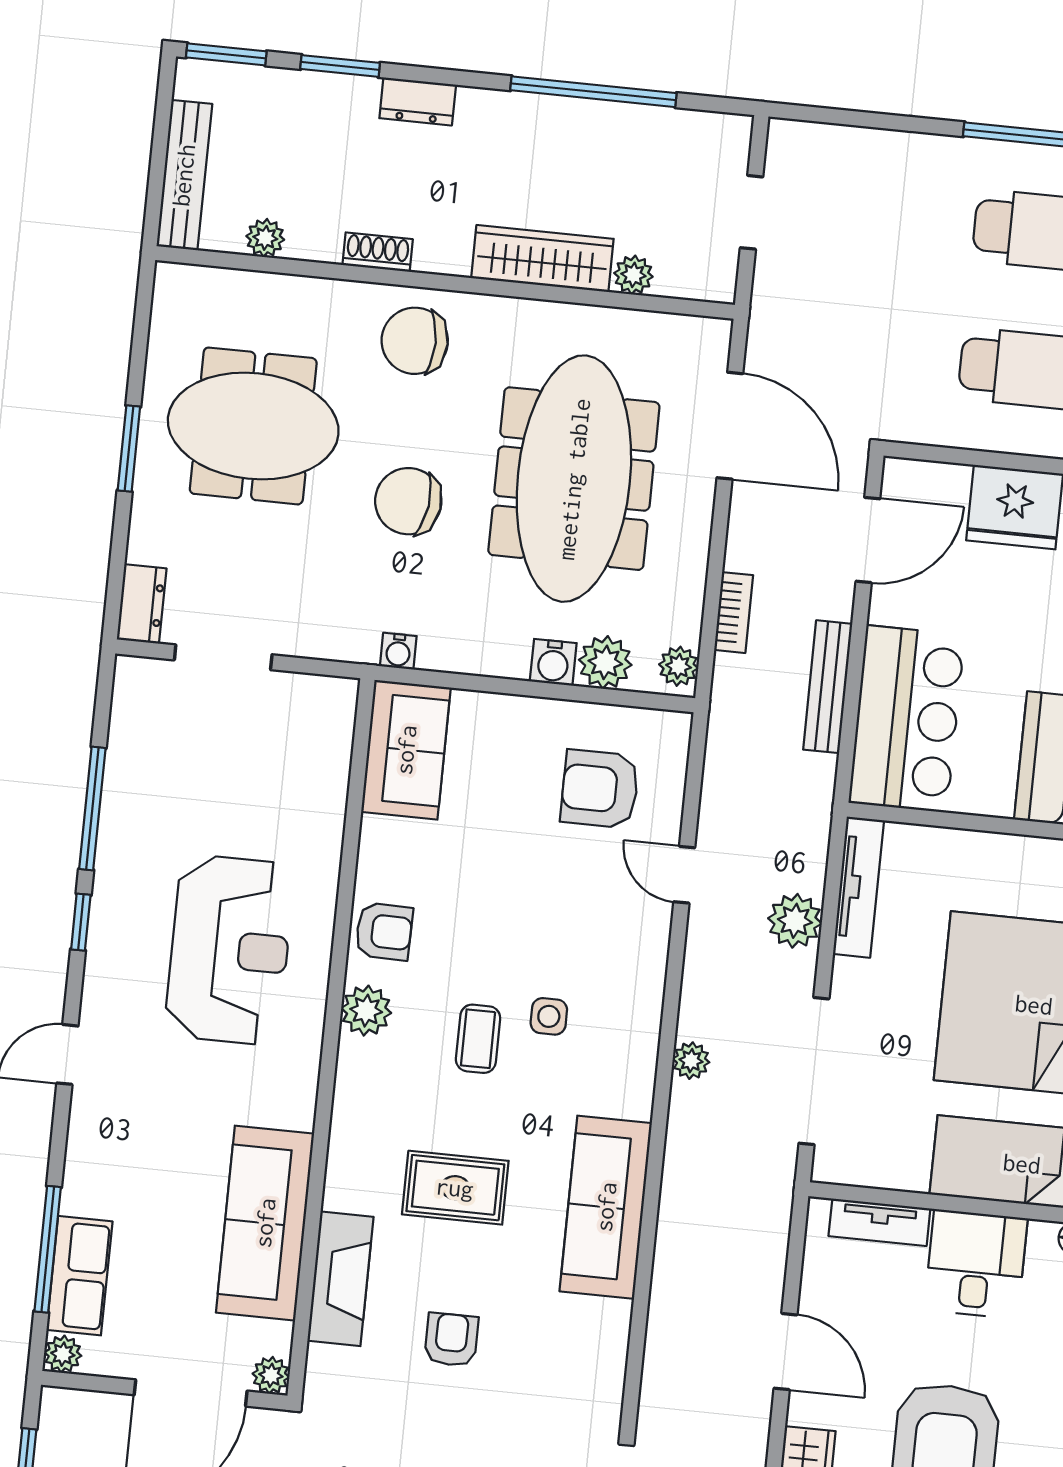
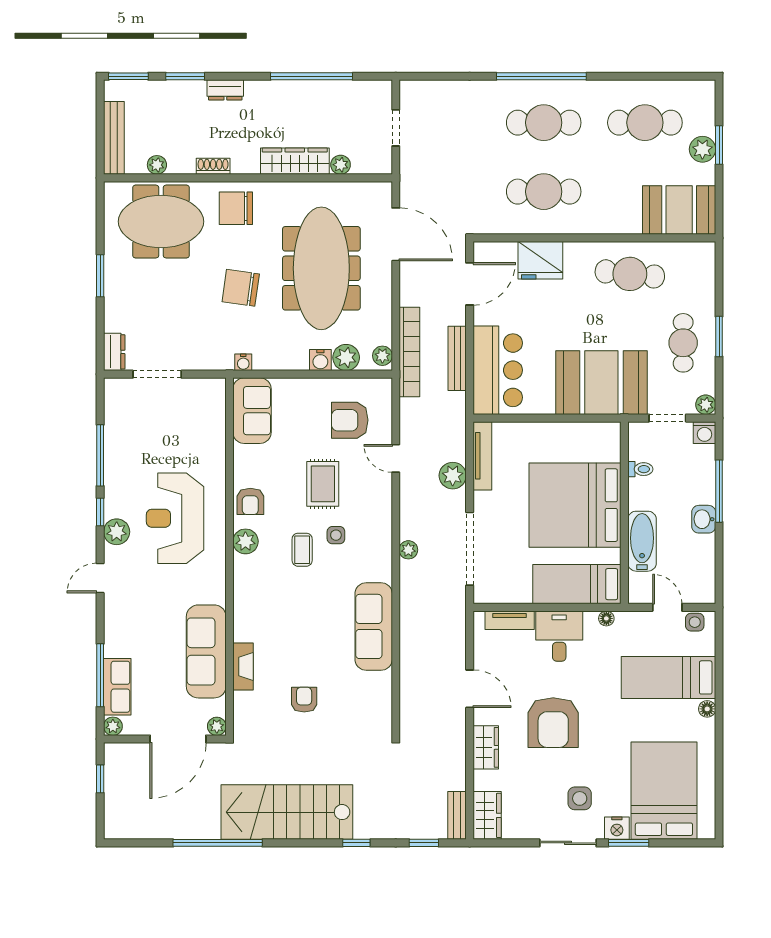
meeting table: (253, 426) -> (161, 222), moved
bookcase: (734, 613) -> (409, 352), width x2.31, depth x1.31
armchair: (384, 931) -> (250, 501), turned 89
reception desk: (230, 950) -> (175, 518), turned 180
plant: (110, 965) -> (117, 532), added
rug: (455, 1188) -> (323, 484), moved, turned 90
fireplace: (340, 1279) -> (243, 666), width x0.73, depth x0.76

